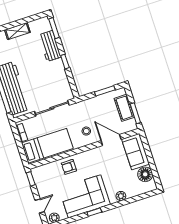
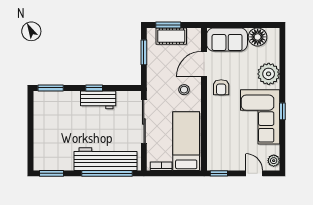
shelving: (17, 31) -> (40, 132), removed
workbench: (50, 46) -> (98, 100), moved
window: (135, 113) -> (168, 25), moved
armchair: (69, 167) -> (221, 87), moved
plant: (121, 196) -> (269, 74), width x1.87, depth x1.87

